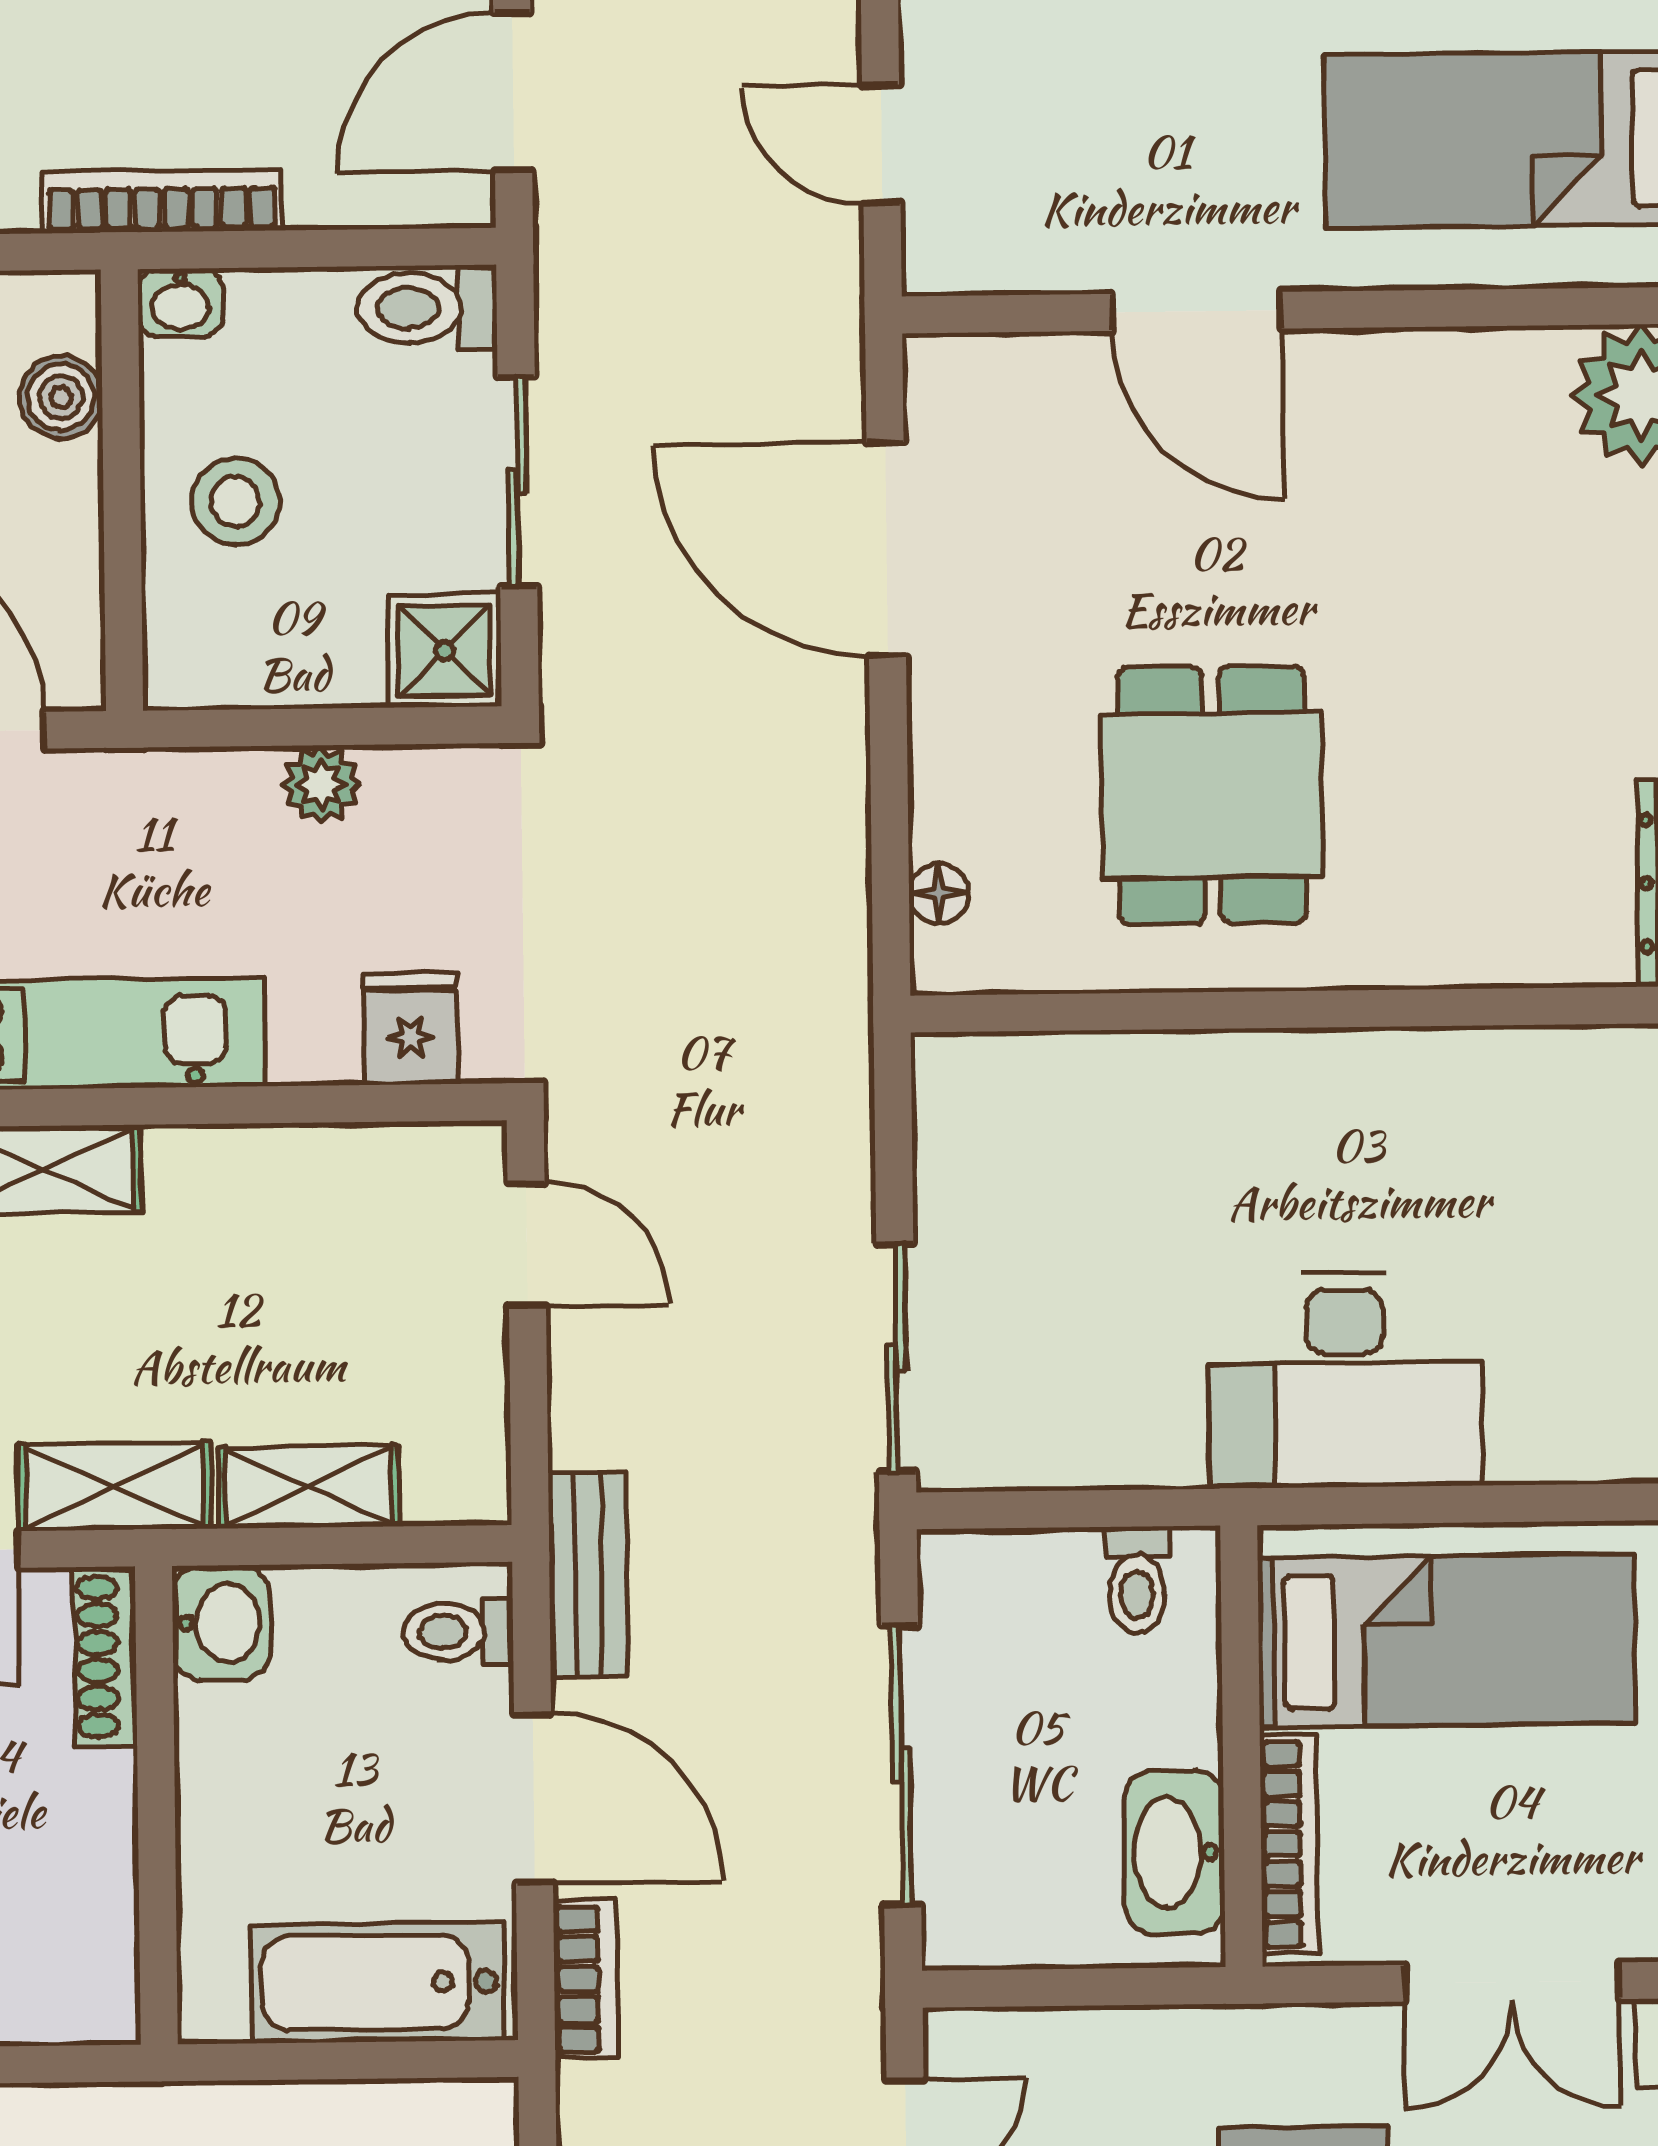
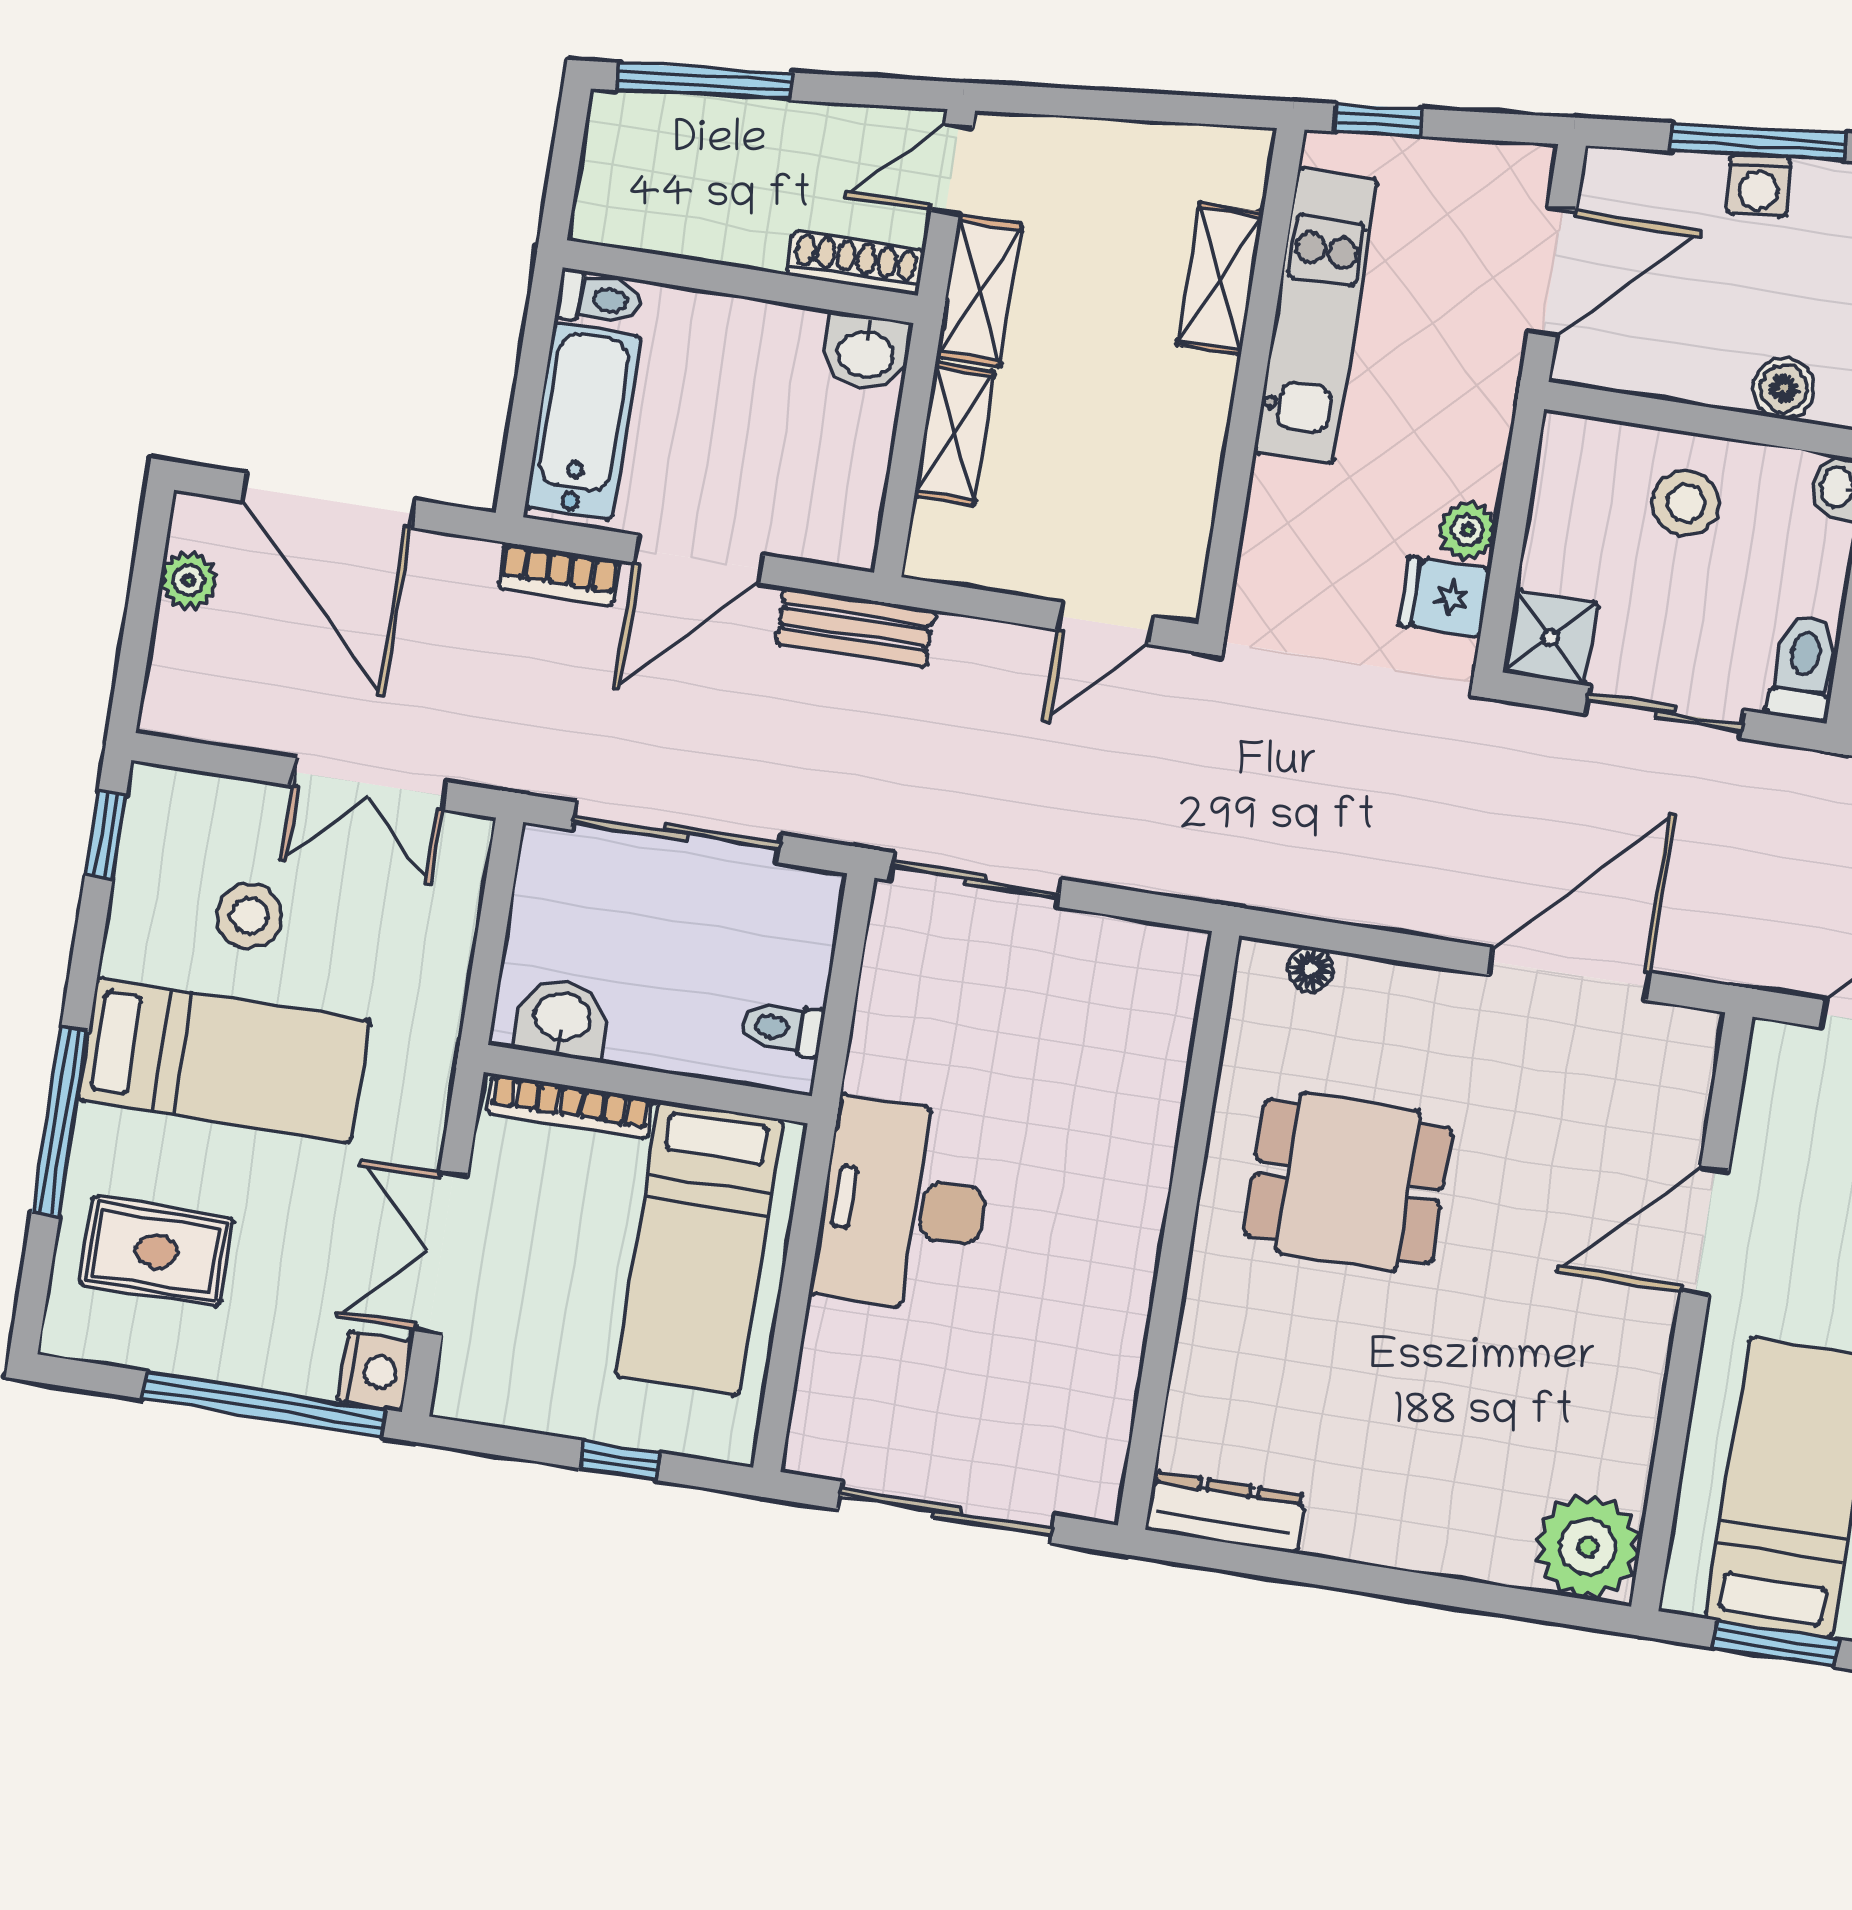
fridge: (411, 1029) -> (1445, 597), moved, turned 180
toilet: (458, 1632) -> (599, 298), moved, turned 90
washbasin: (1174, 1852) -> (562, 1019), width x0.72

